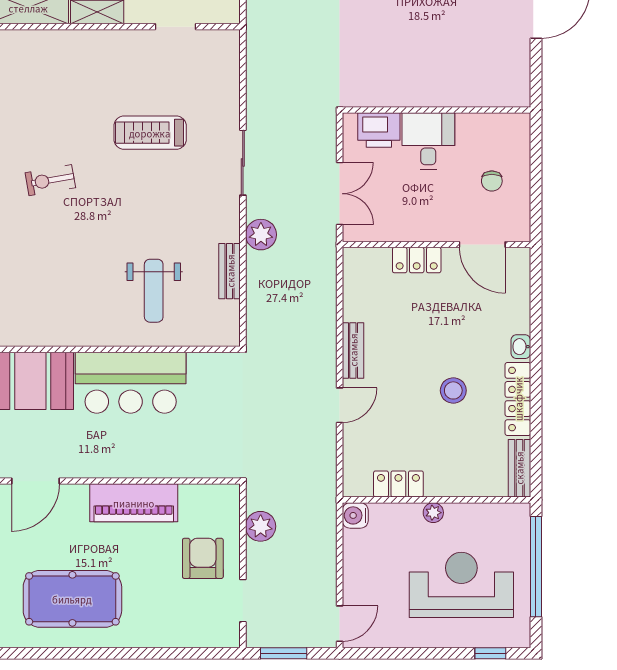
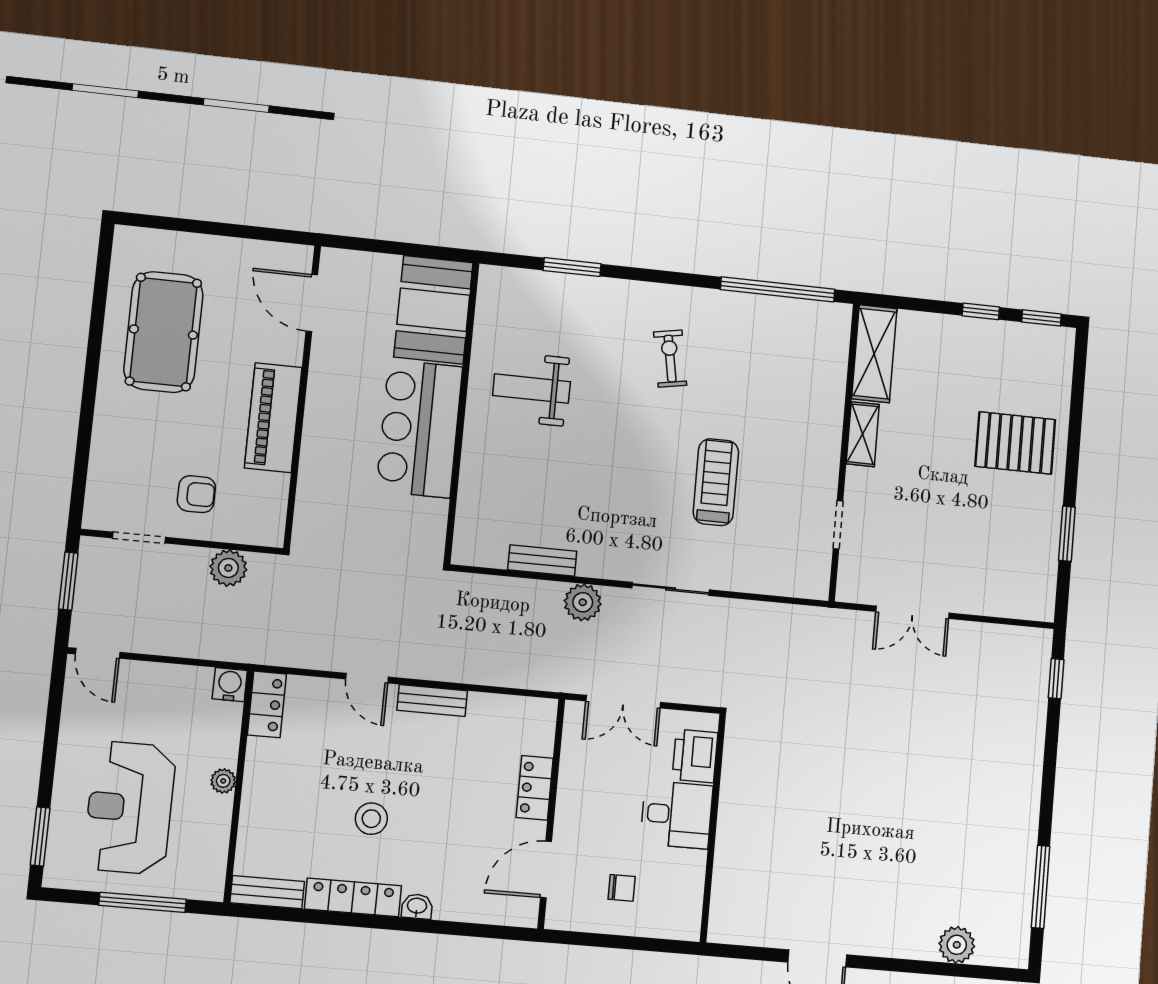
chair: (492, 181) -> (622, 888), turned 180
weight bench: (154, 291) -> (532, 389), moved
locker: (398, 484) -> (267, 704), moved
armchair: (203, 558) -> (196, 494), width x0.72, depth x0.72
window: (536, 567) -> (143, 902), width x0.68
reception desk: (461, 585) -> (130, 808), turned 180
window: (490, 653) -> (40, 836), width x1.50

